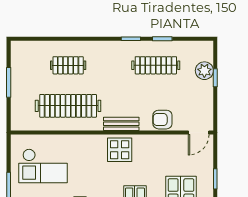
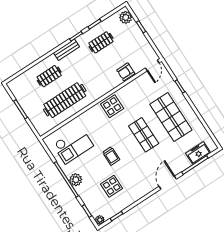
clothes rail: (156, 65) -> (101, 42), width x0.73
plant: (204, 71) -> (126, 17), moved
bench: (121, 124) -> (66, 50), moved

